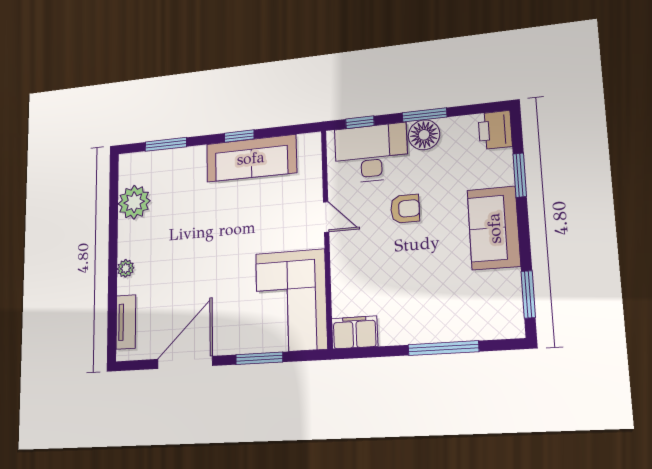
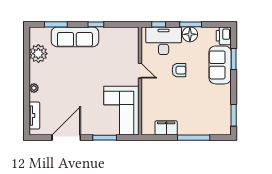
sofa: (251, 158) -> (75, 37), moved
sofa: (494, 228) -> (220, 65), moved
filing cabinet: (355, 332) -> (166, 128), moved

